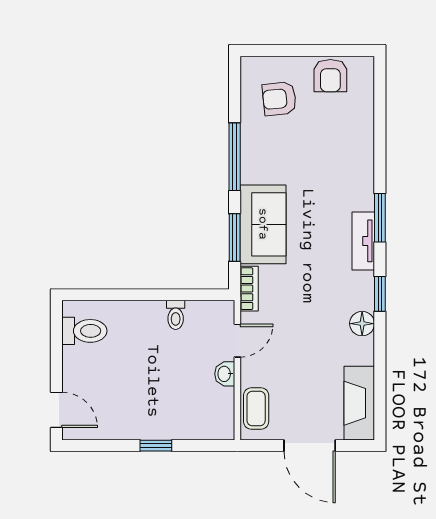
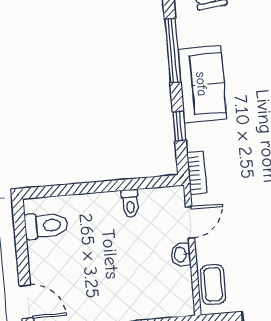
sofa: (263, 224) -> (202, 84), moved
window: (235, 237) -> (179, 126), width x0.67

